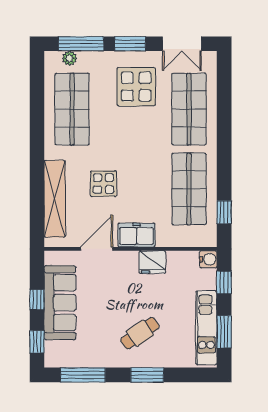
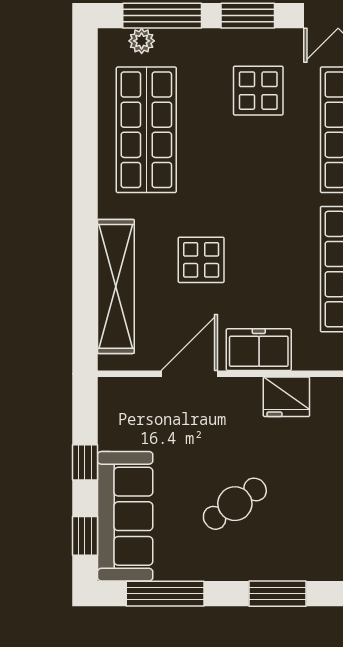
display table: (136, 87) -> (258, 91), width x0.73, depth x0.73
sofa: (60, 303) -> (125, 516), moved
cafe table: (140, 333) -> (235, 504), moved

